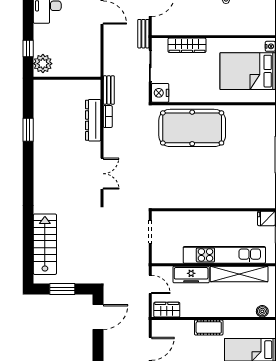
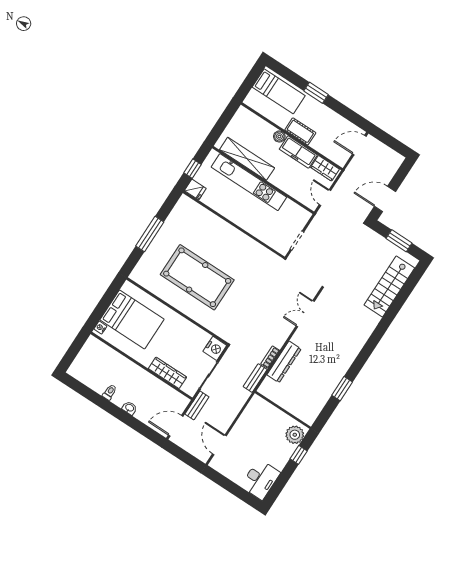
pool table: (192, 128) -> (197, 277), moved
freezer: (191, 274) -> (298, 152), moved, turned 180
boiler: (262, 311) -> (279, 137), moved

